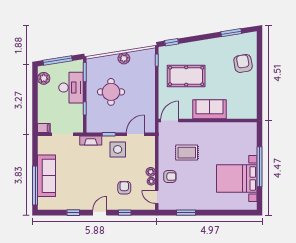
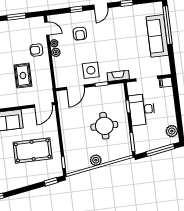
desk: (71, 88) -> (142, 110), moved
rug: (187, 153) -> (23, 76), turned 90

